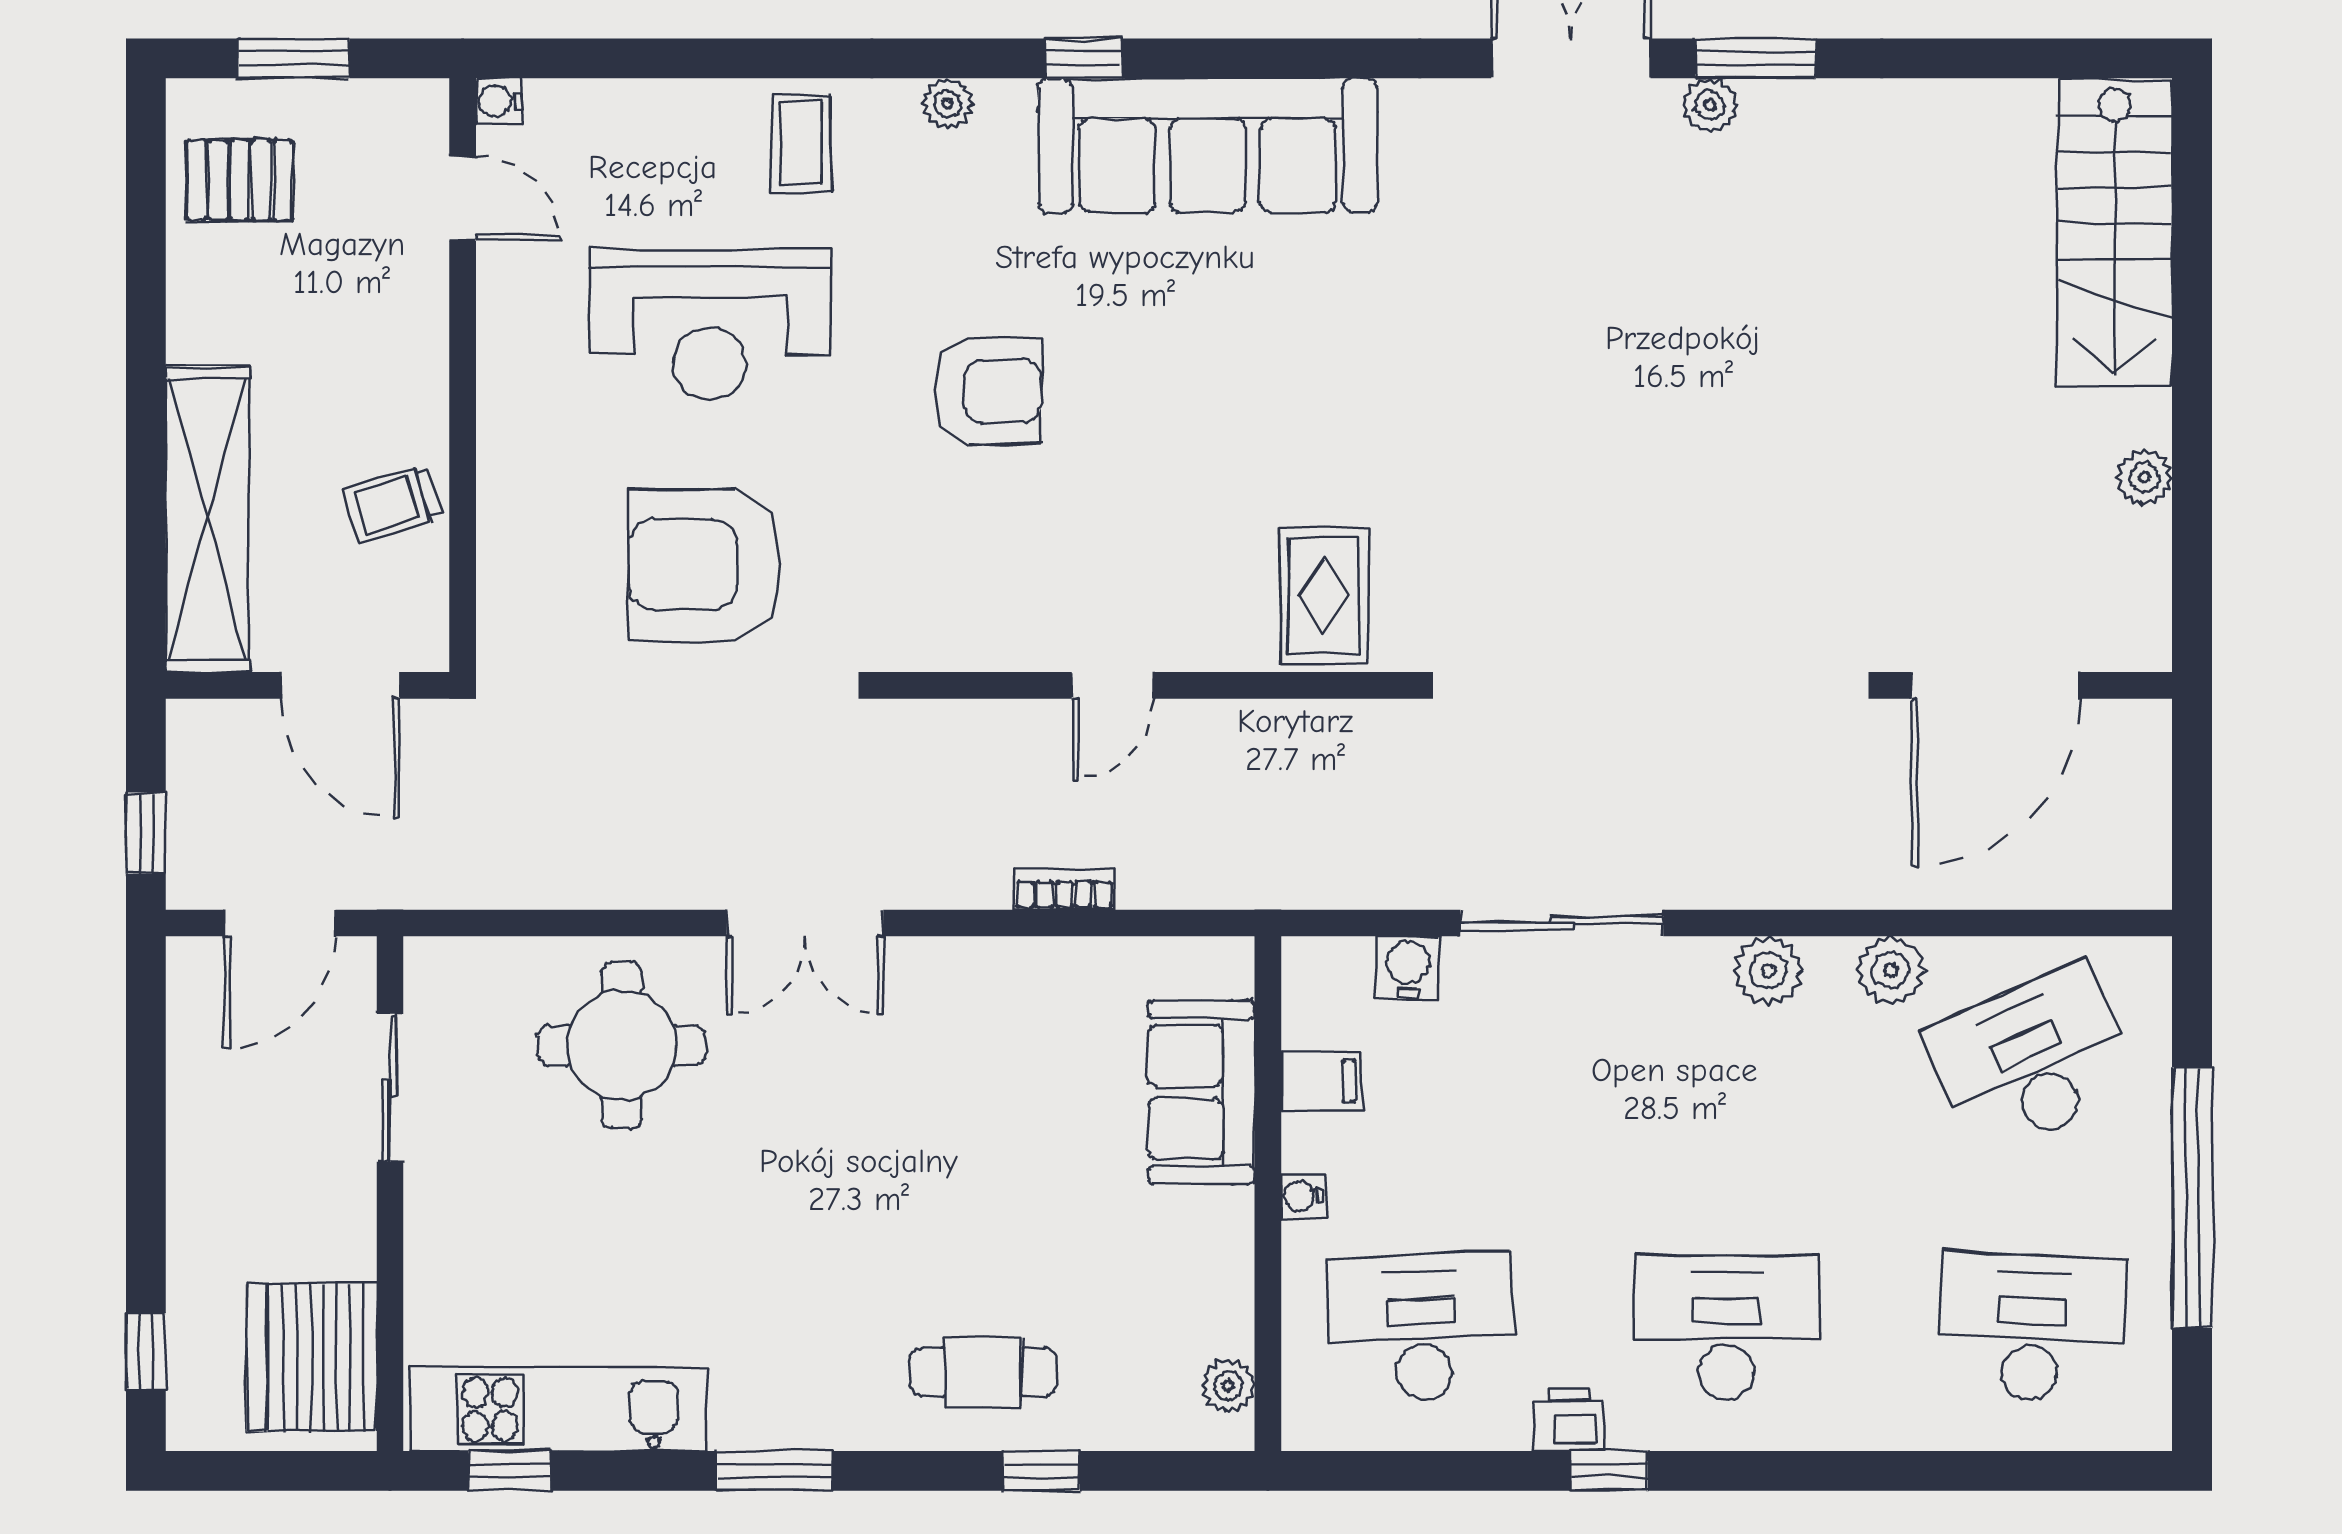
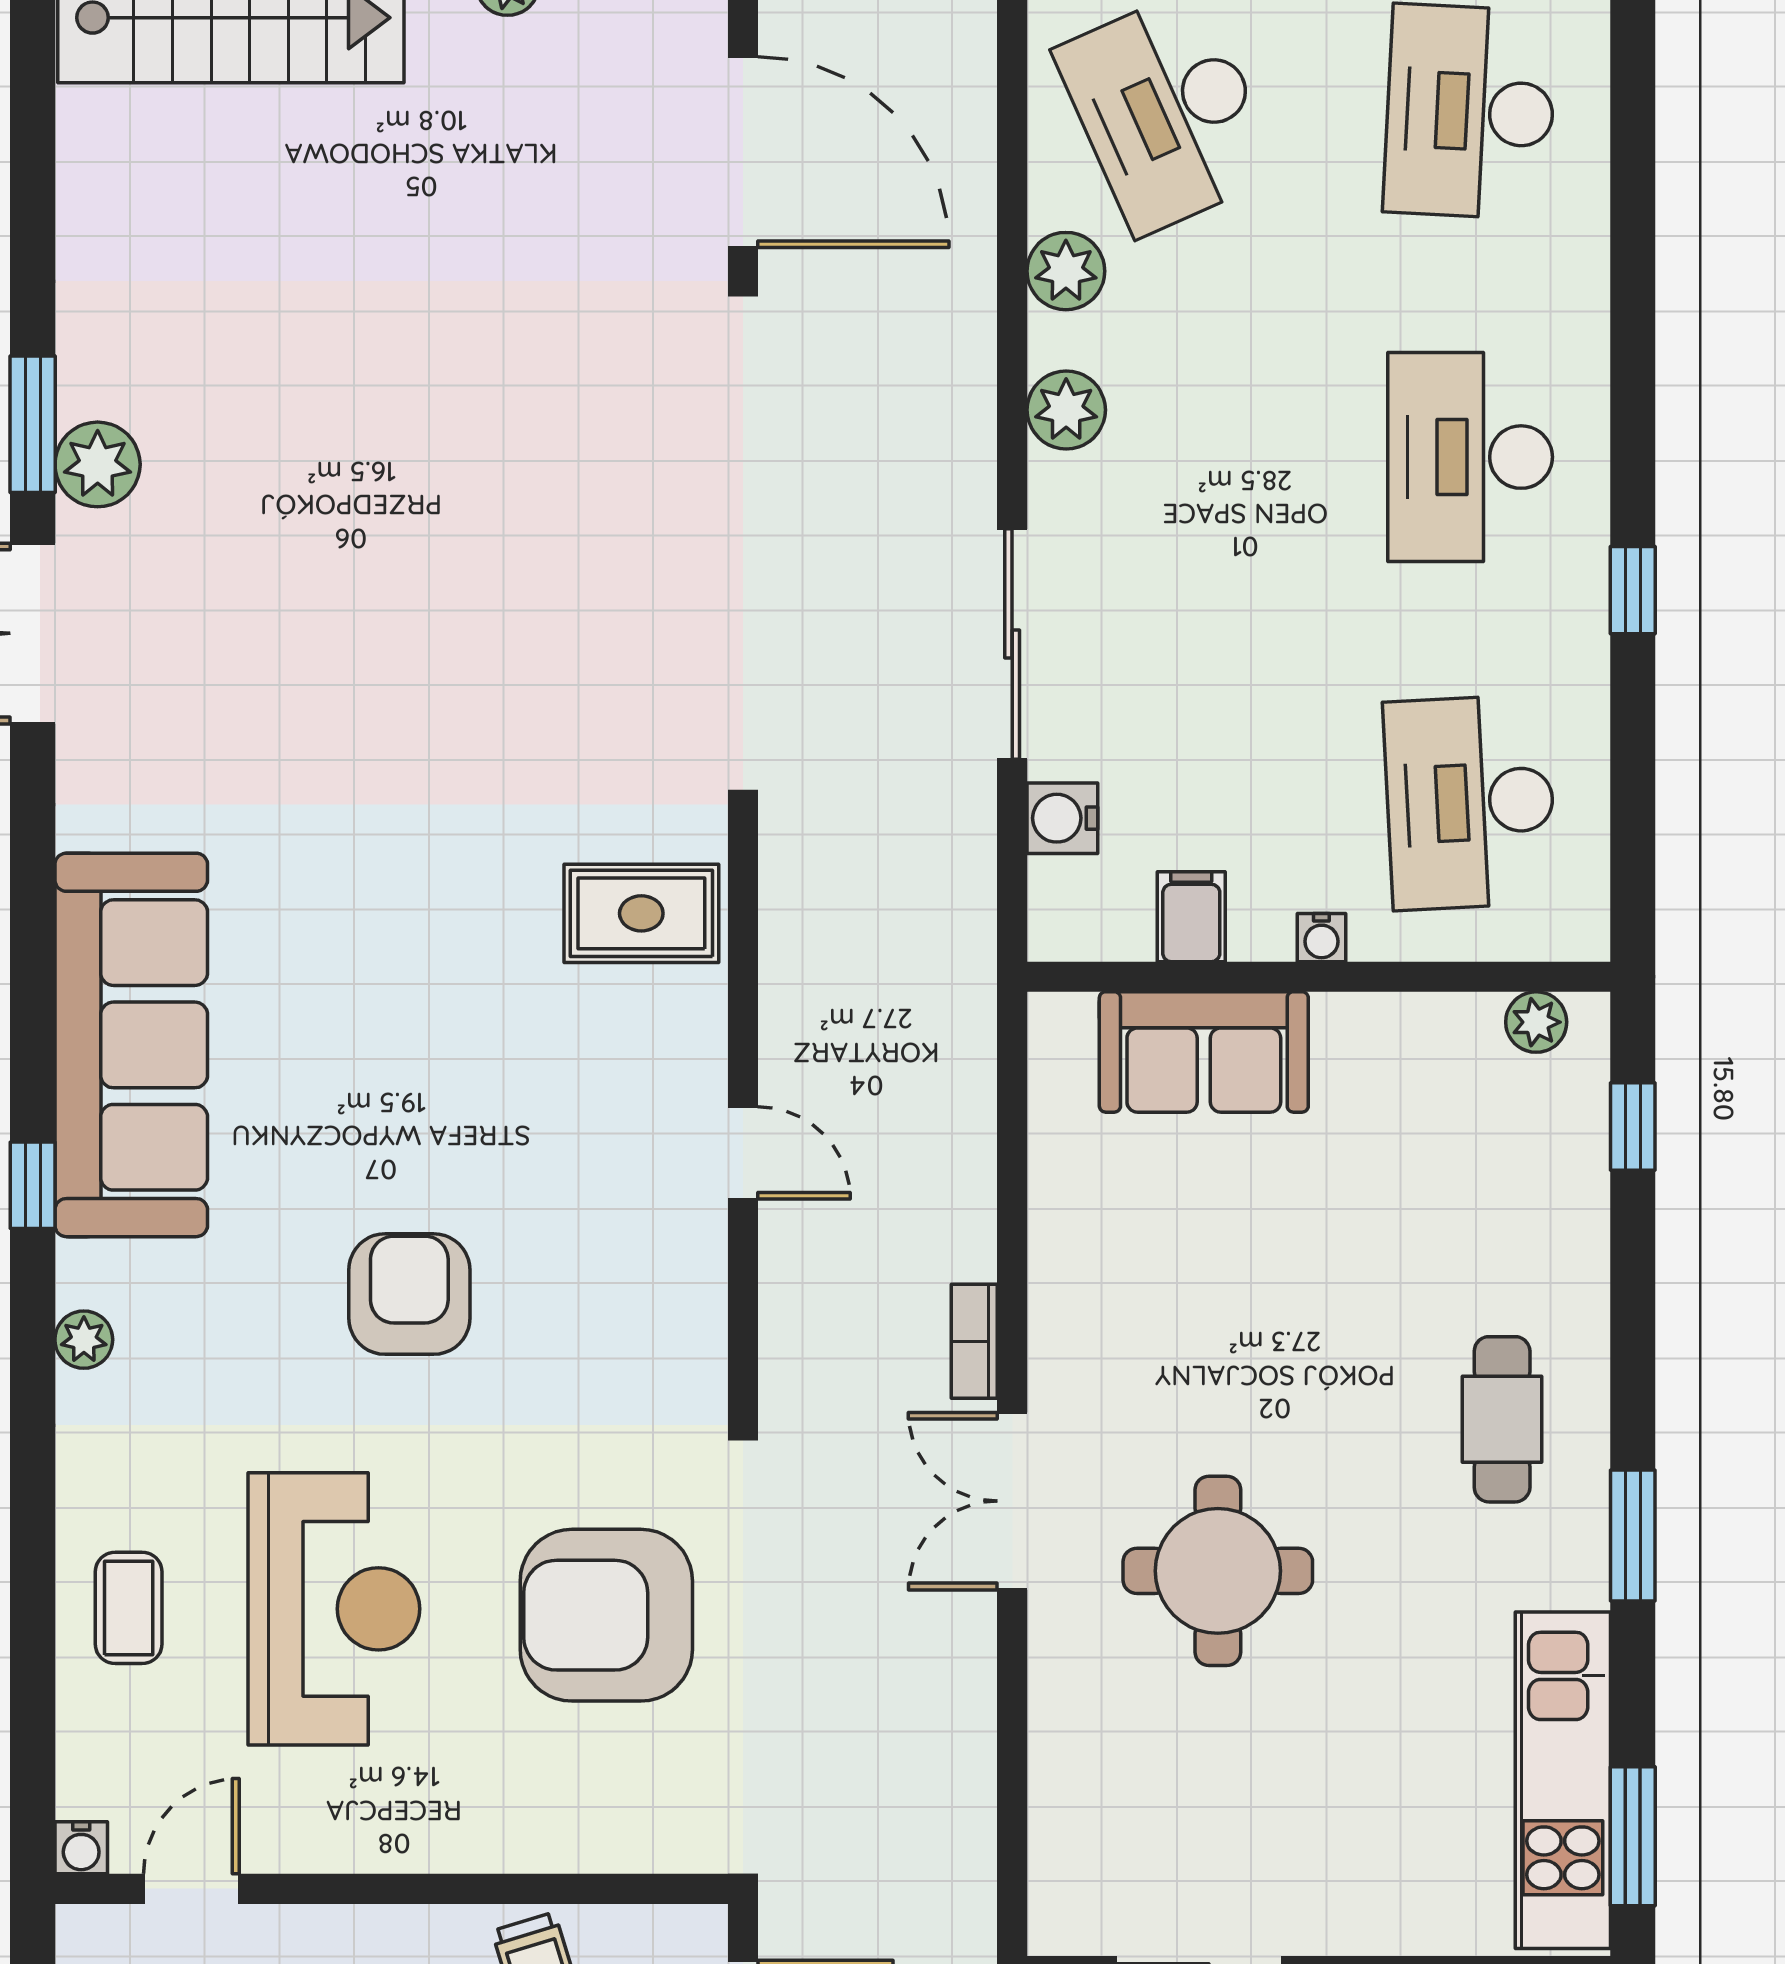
plant: (1710, 105) -> (98, 464), width x1.38, depth x1.38
coffee table: (801, 143) -> (129, 1608), moved, turned 90
armchair: (704, 565) -> (606, 1615), turned 90
bookcase: (1064, 890) -> (974, 1341), moved
double door: (805, 923) -> (1012, 1501), swing flipped
round table: (622, 1045) -> (1218, 1571), moved
cafe table: (983, 1372) -> (1502, 1419), moved
printer: (1569, 1420) -> (1575, 636), removed
window: (509, 1471) -> (1633, 1836), width x1.50
window: (1041, 1471) -> (1633, 1126), moved

